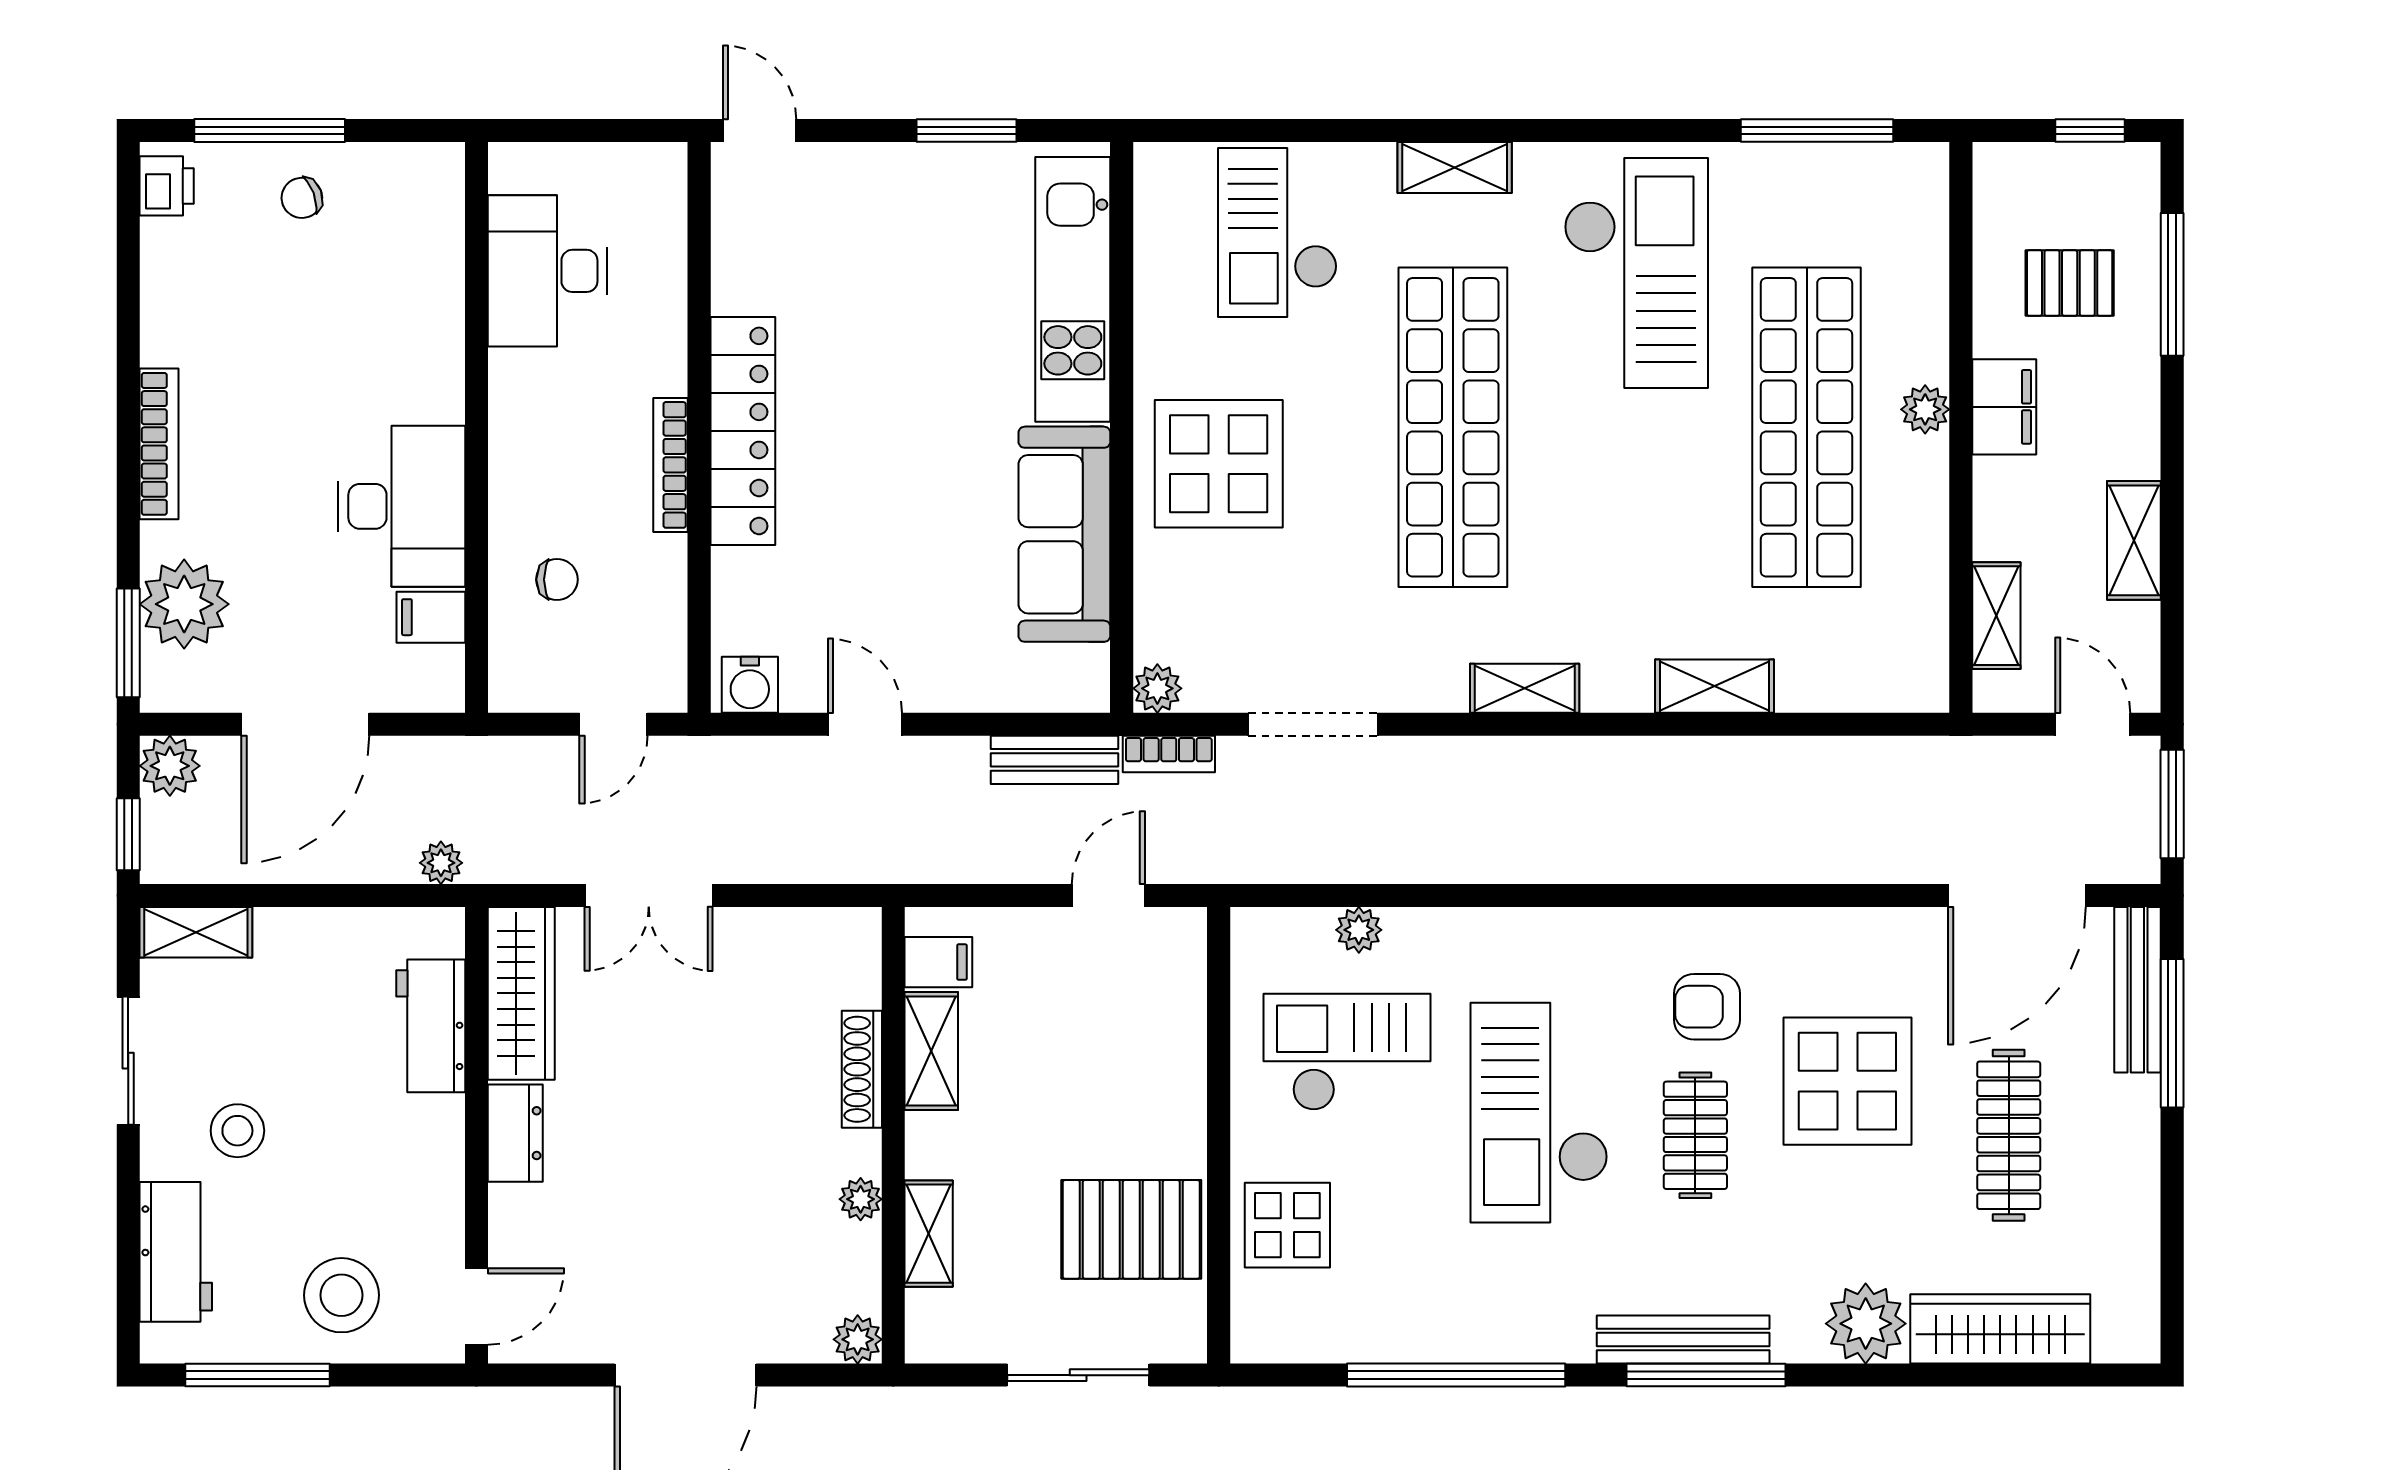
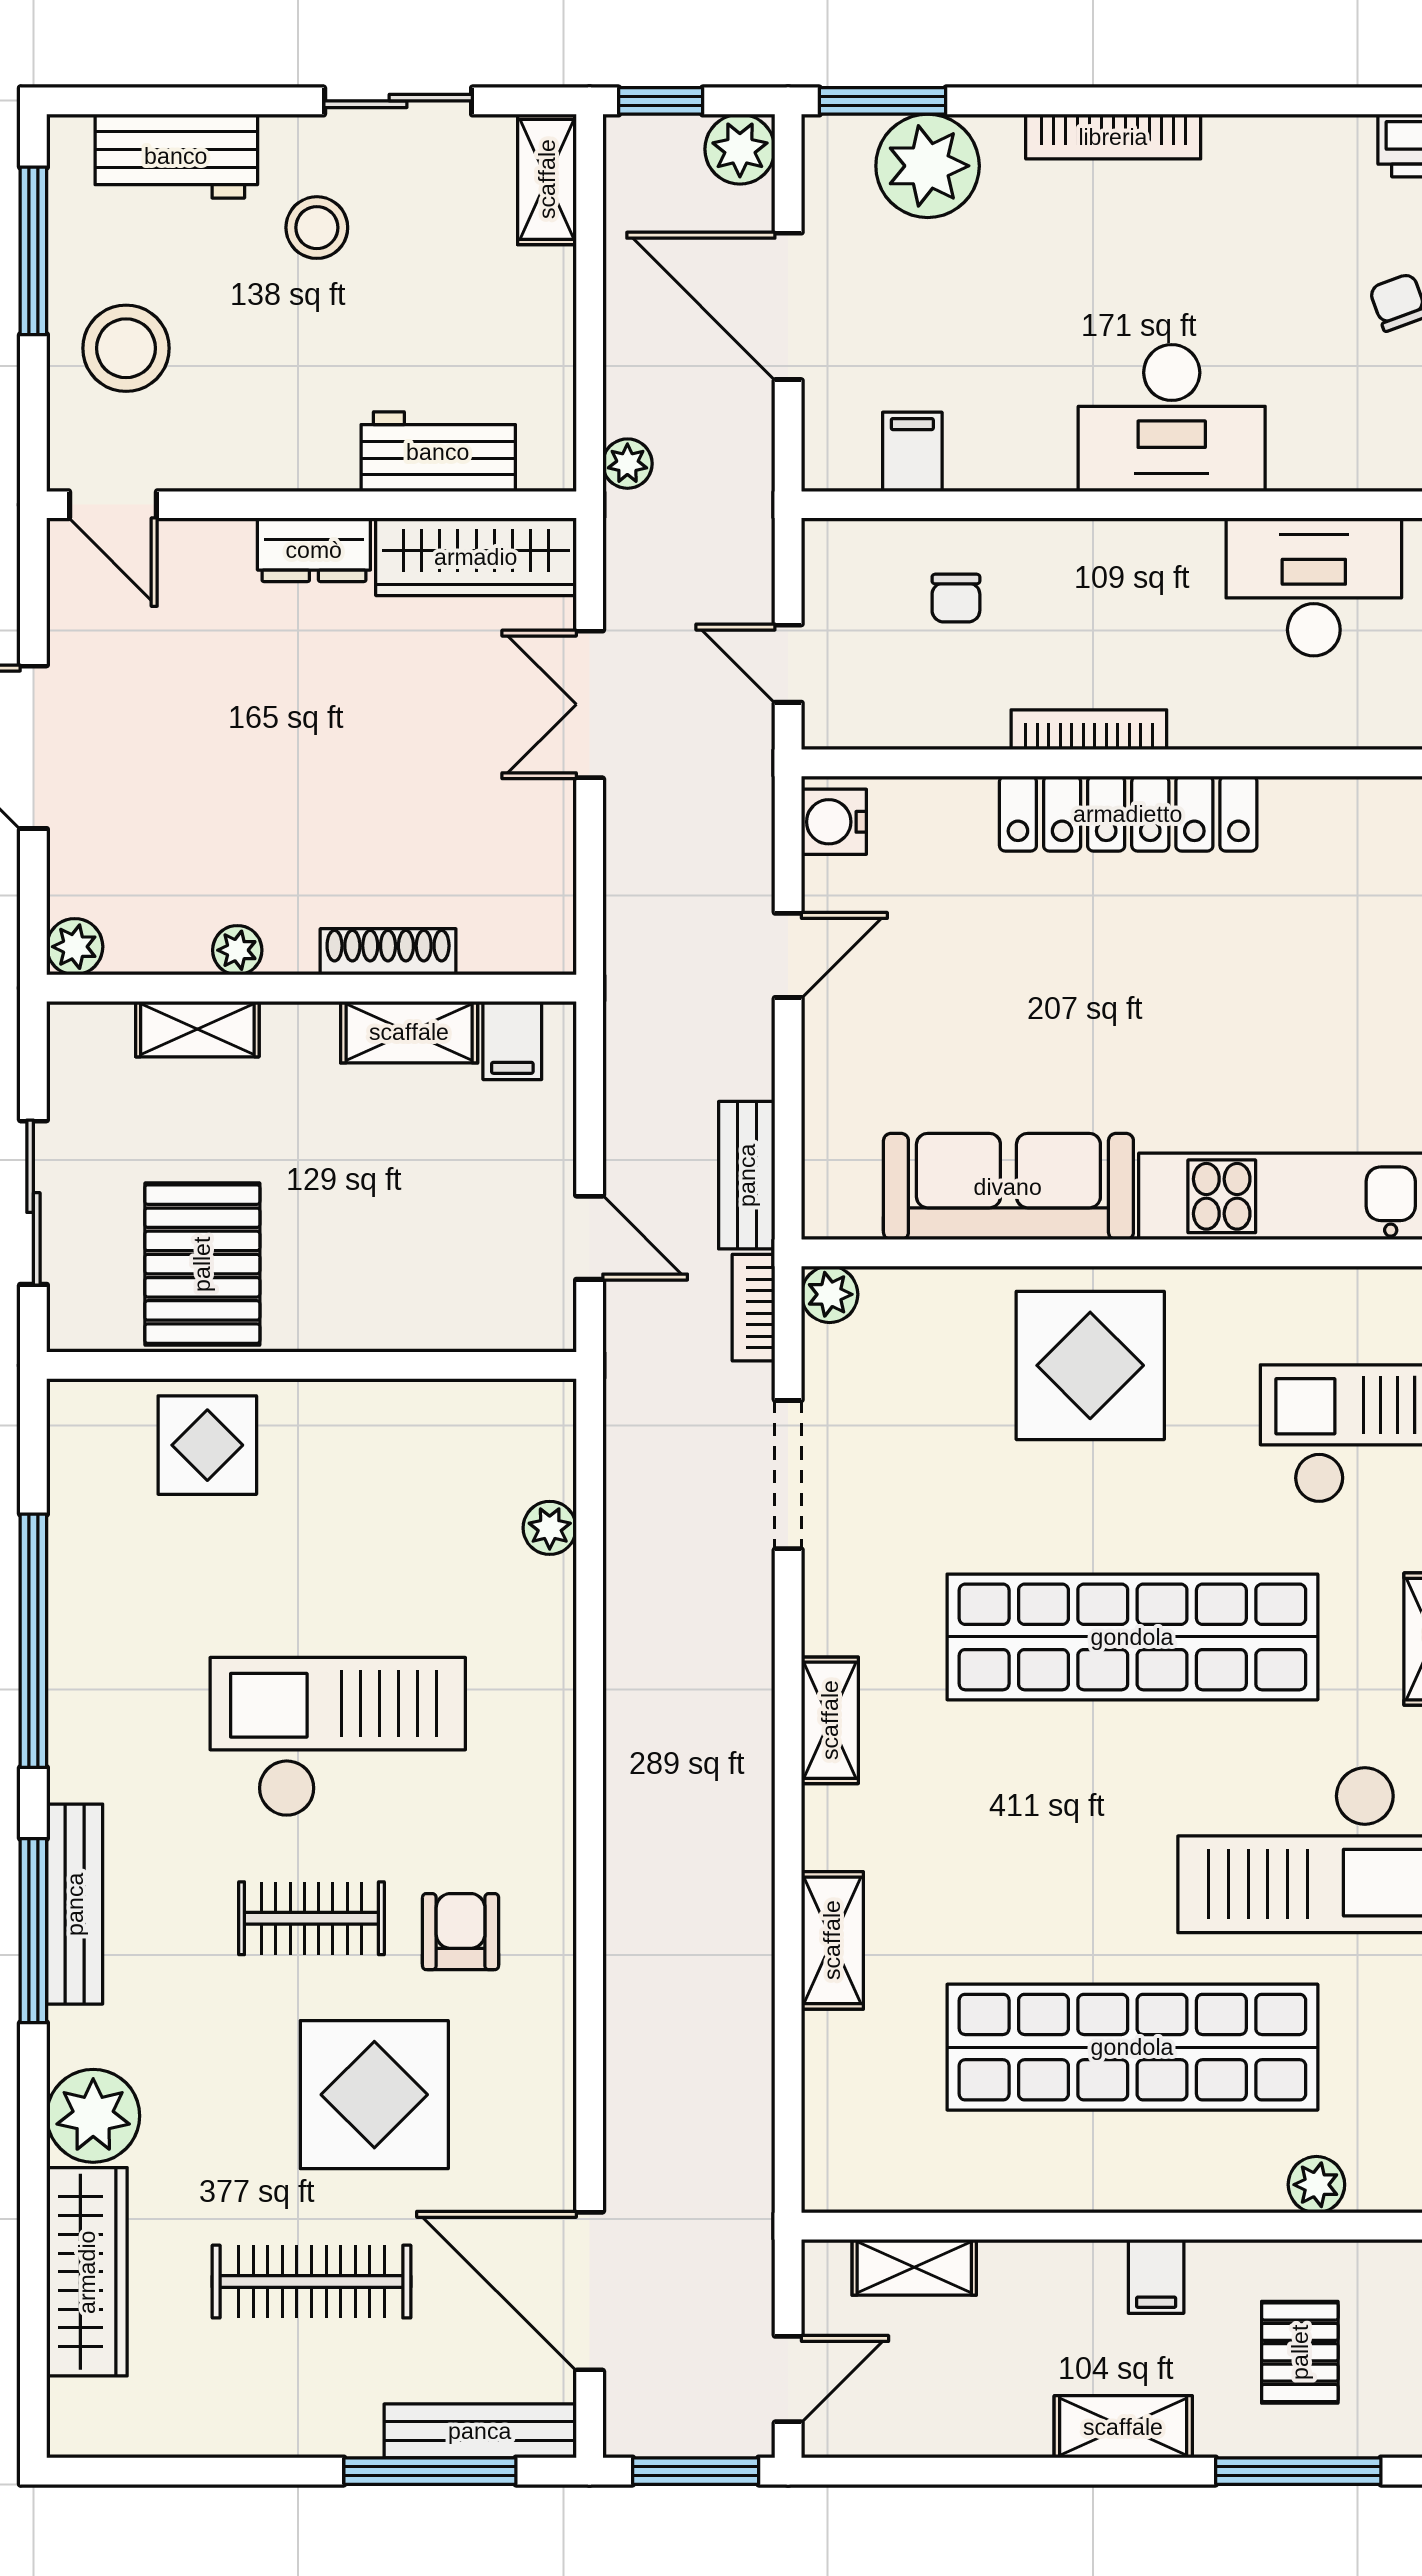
filing cabinet: (2004, 407) -> (1156, 2276), width x0.50
plant: (1925, 409) -> (1316, 2185), moved
desk: (402, 506) -> (1172, 418), moved
shelving: (2134, 540) -> (1123, 2427), moved
checkout: (1347, 1052) -> (408, 1514), removed

